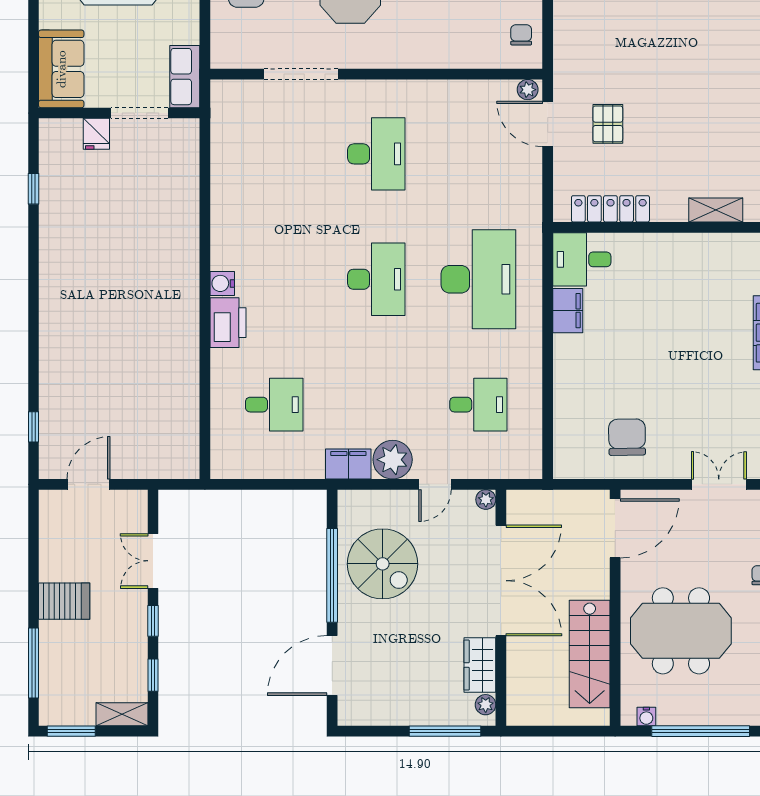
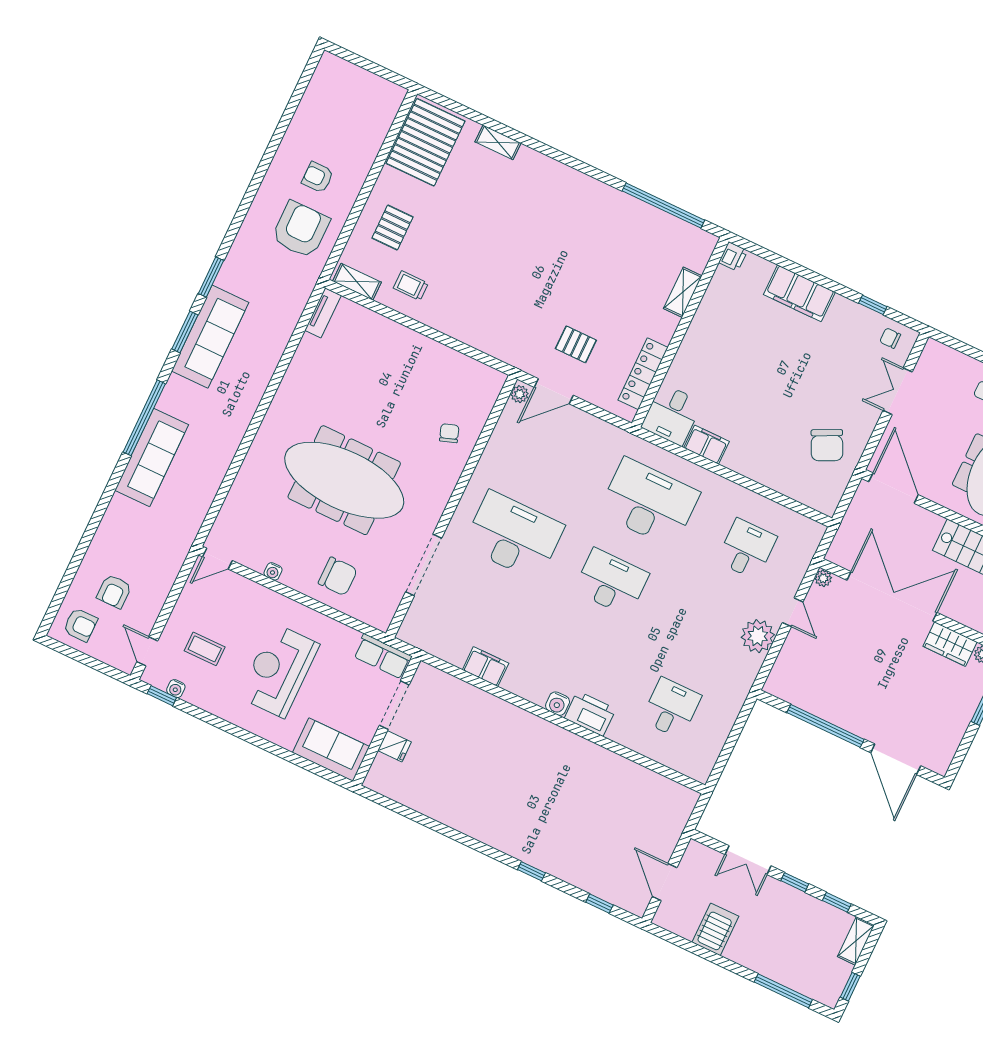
chair: (521, 35) -> (449, 433), moved, turned 71
desk: (376, 154) -> (514, 536), width x1.36, depth x1.30
window: (34, 189) -> (531, 871), moved
chair: (627, 437) -> (827, 445), turned -115
filing cabinet: (348, 464) -> (486, 667), moved, turned 90
spiral stairs: (383, 564) -> (835, 682), removed
server rack: (64, 601) -> (715, 929), moved
window: (71, 731) -> (850, 987), width x0.67

